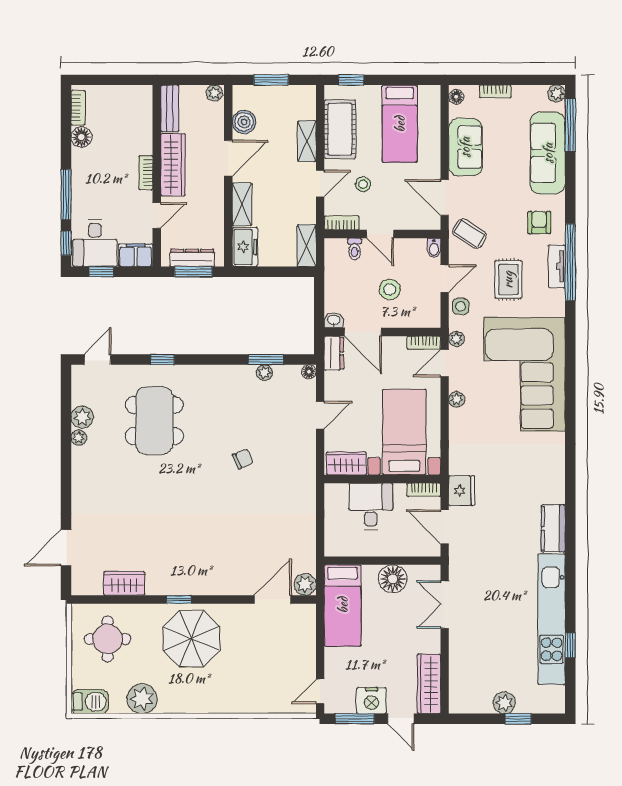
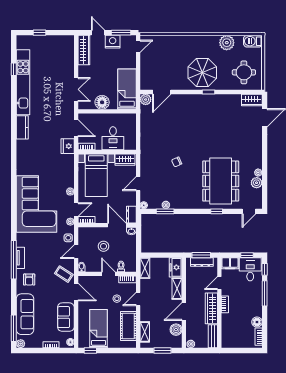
window: (351, 80) -> (90, 351), moved
shelving: (307, 141) -> (145, 332), moved
rug: (508, 280) -> (44, 251), removed
dining table: (154, 421) -> (221, 181), width x1.36, depth x1.24
wardrobe: (124, 583) -> (252, 100), moved
plant: (504, 703) -> (47, 41), removed

